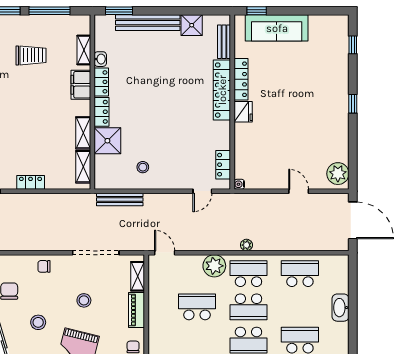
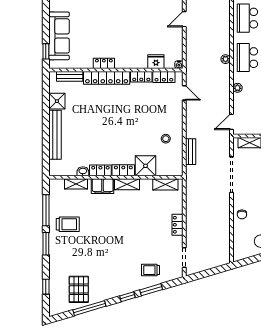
window: (119, 11) -> (46, 157), removed
trolley: (31, 55) -> (68, 224), moved, turned 90
locker: (241, 79) -> (104, 63), width x0.66
fridge: (243, 112) -> (156, 62), moved
shelving: (83, 133) -> (127, 184), moved
locker: (223, 135) -> (141, 77), added
bench: (120, 200) -> (191, 152), width x0.73
plant: (214, 266) -> (237, 88), width x0.53, depth x0.53

